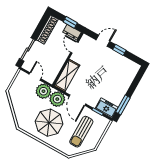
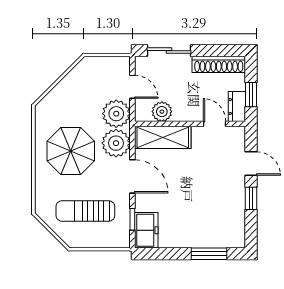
door: (74, 47) -> (215, 124), hinge flipped
plant: (55, 69) -> (162, 112), added
door: (35, 76) -> (132, 87), hinge flipped
door: (77, 100) -> (132, 176), swing flipped
window: (123, 105) -> (209, 254), moved

